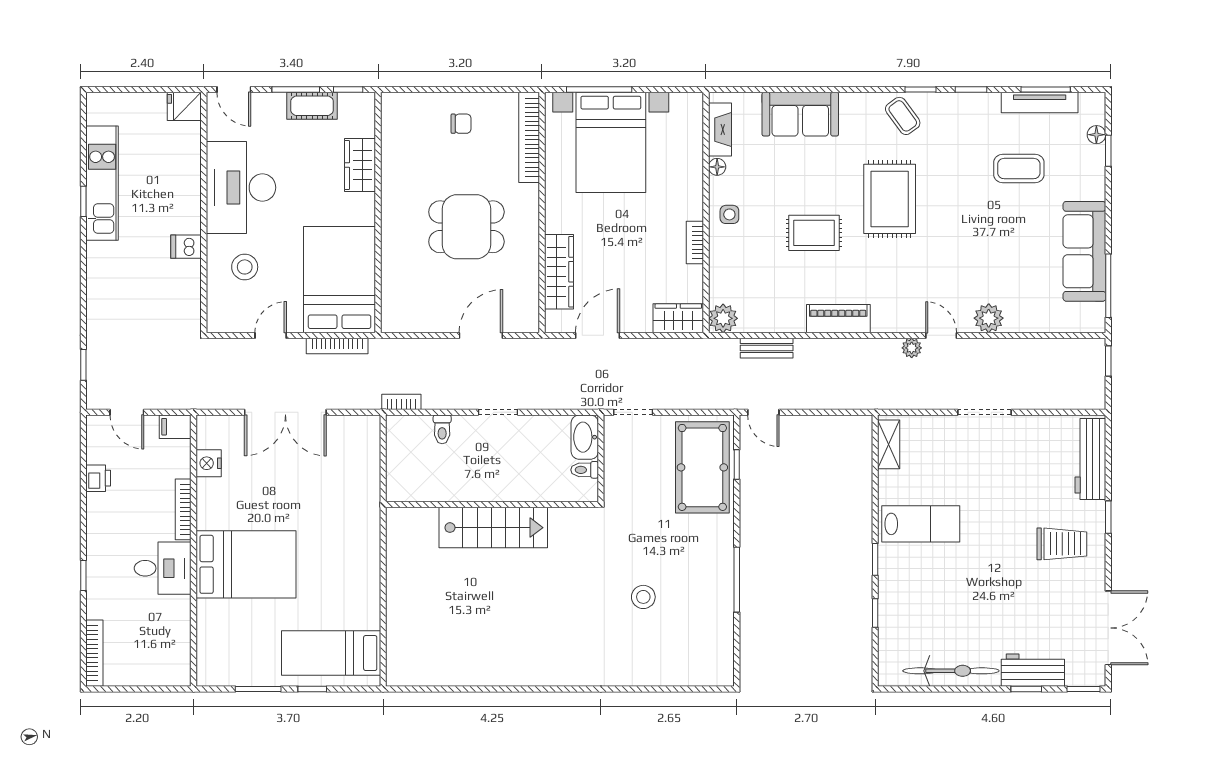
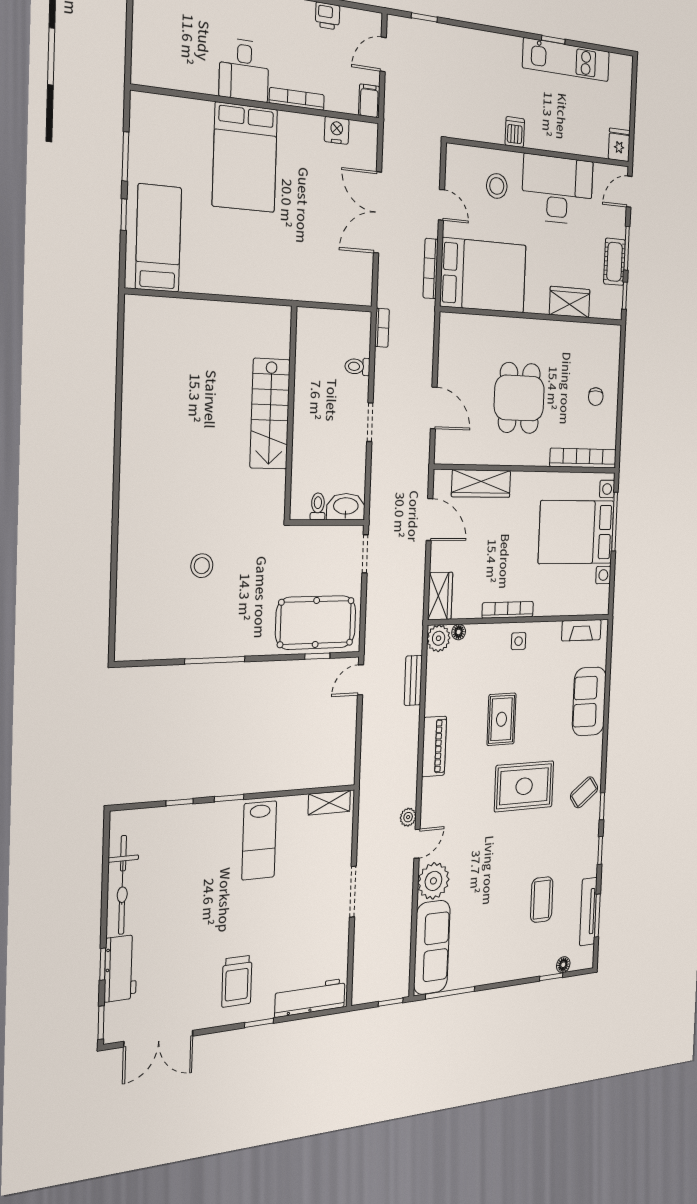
floor lamp: (717, 167) -> (459, 632), moved
bookcase: (695, 243) -> (508, 610), width x1.56
sofa: (1084, 251) -> (432, 947), moved, turned 90
plant: (989, 318) -> (433, 881), width x1.36, depth x1.36

